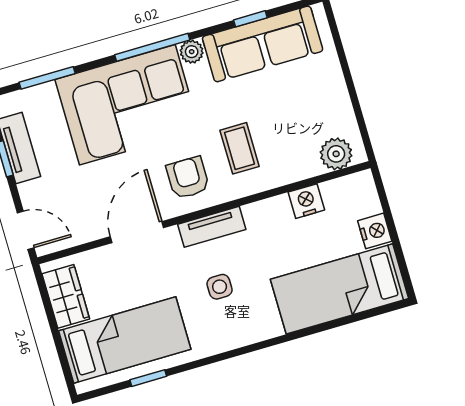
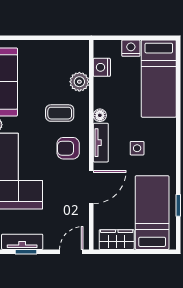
plant: (336, 154) -> (79, 82), moved
nightstand: (306, 201) -> (102, 67), moved
floor lamp: (254, 213) -> (100, 115), added
door: (137, 232) -> (91, 187), swing flipped

